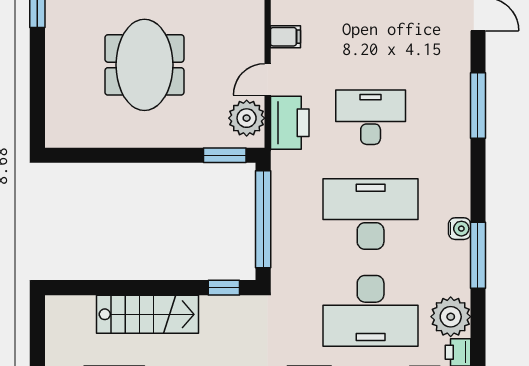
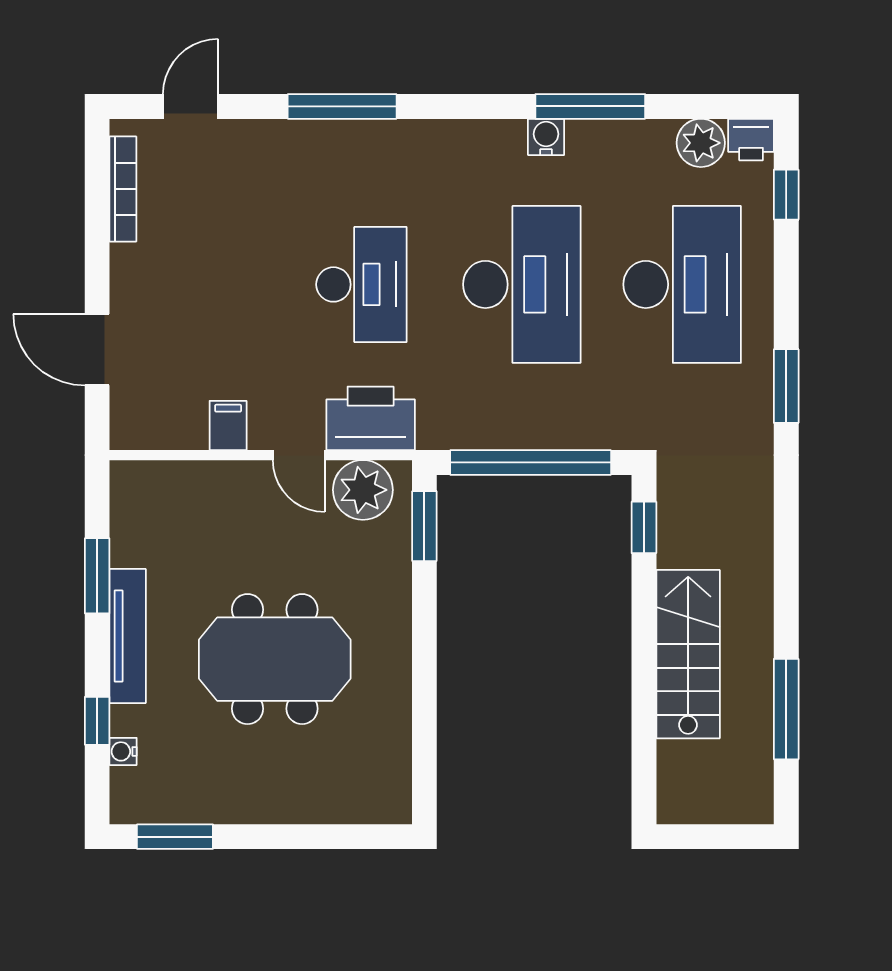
desk: (371, 117) -> (361, 284), turned 180
desk: (371, 214) -> (522, 284), turned 180
plant: (451, 317) -> (701, 143), width x0.73, depth x0.73

